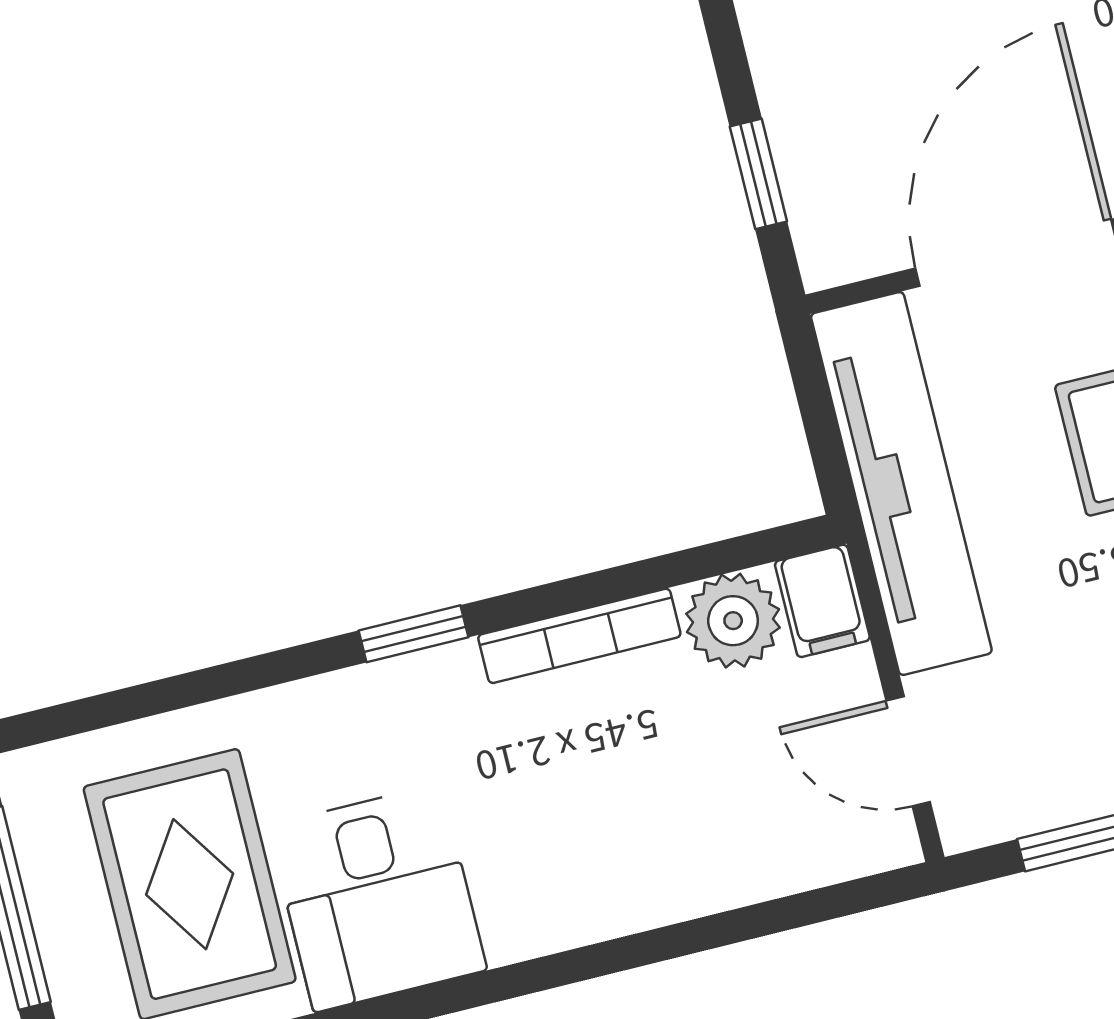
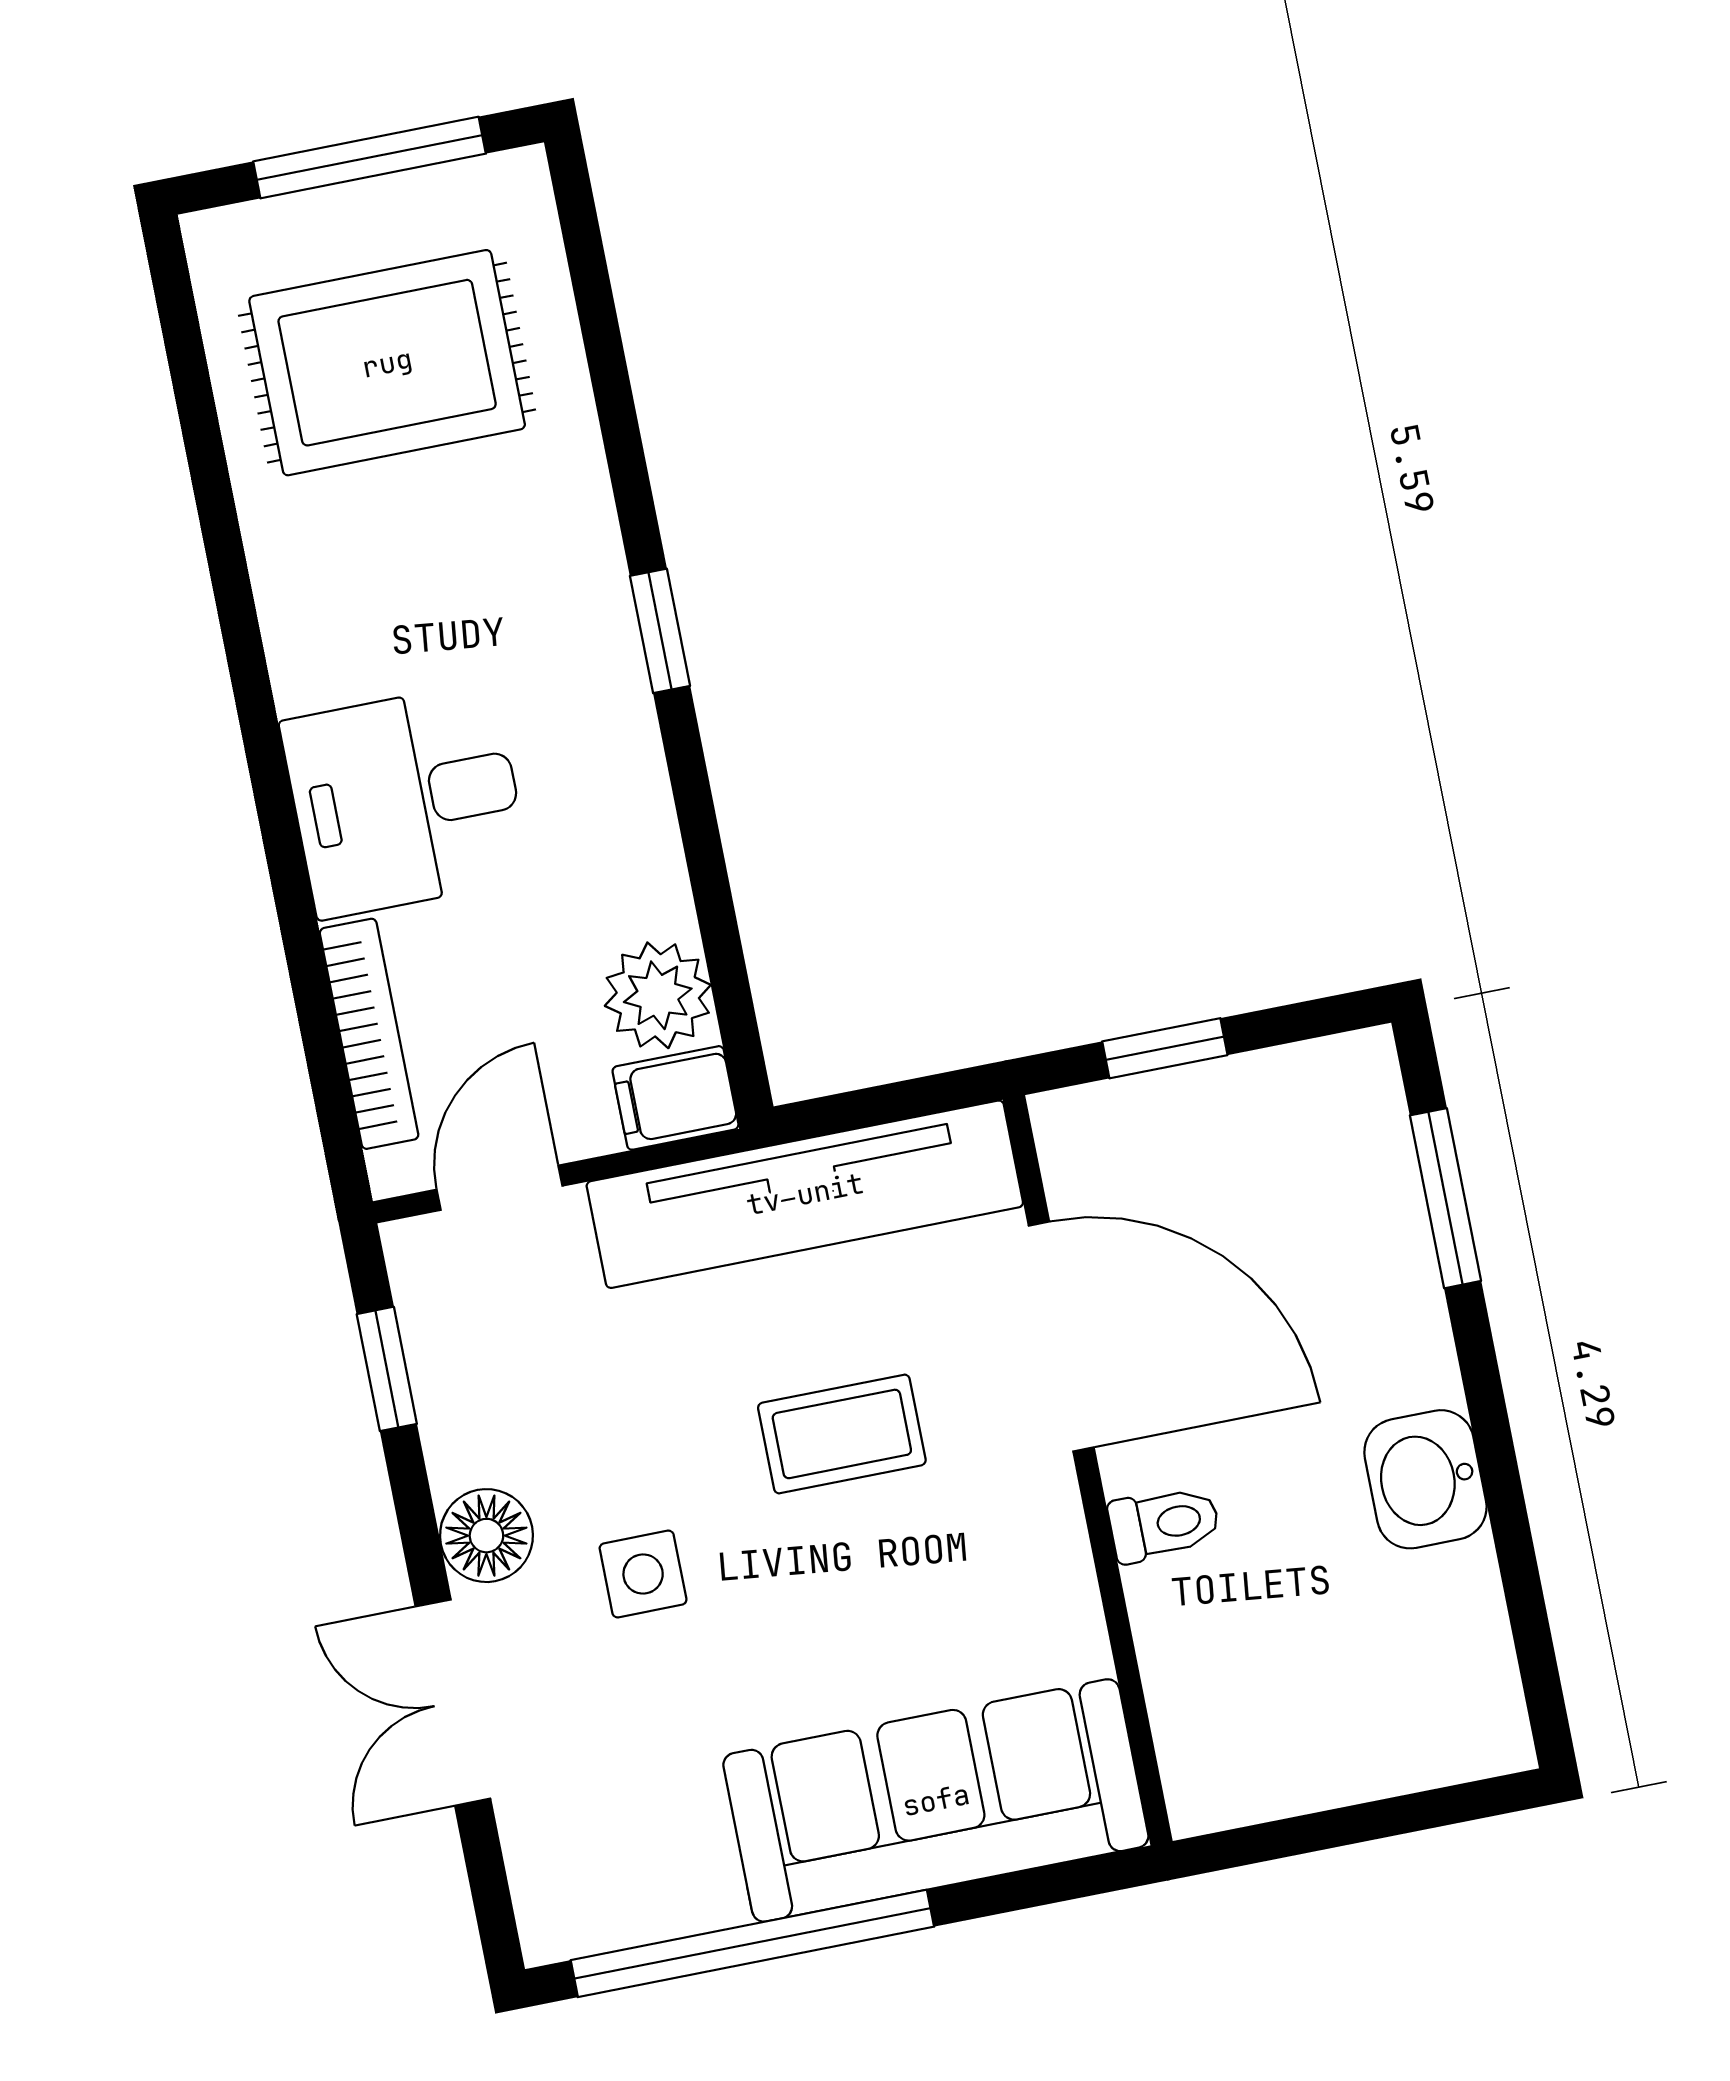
bookcase: (579, 636) -> (369, 1034), moved, turned 180
desk: (378, 898) -> (406, 800), moved

